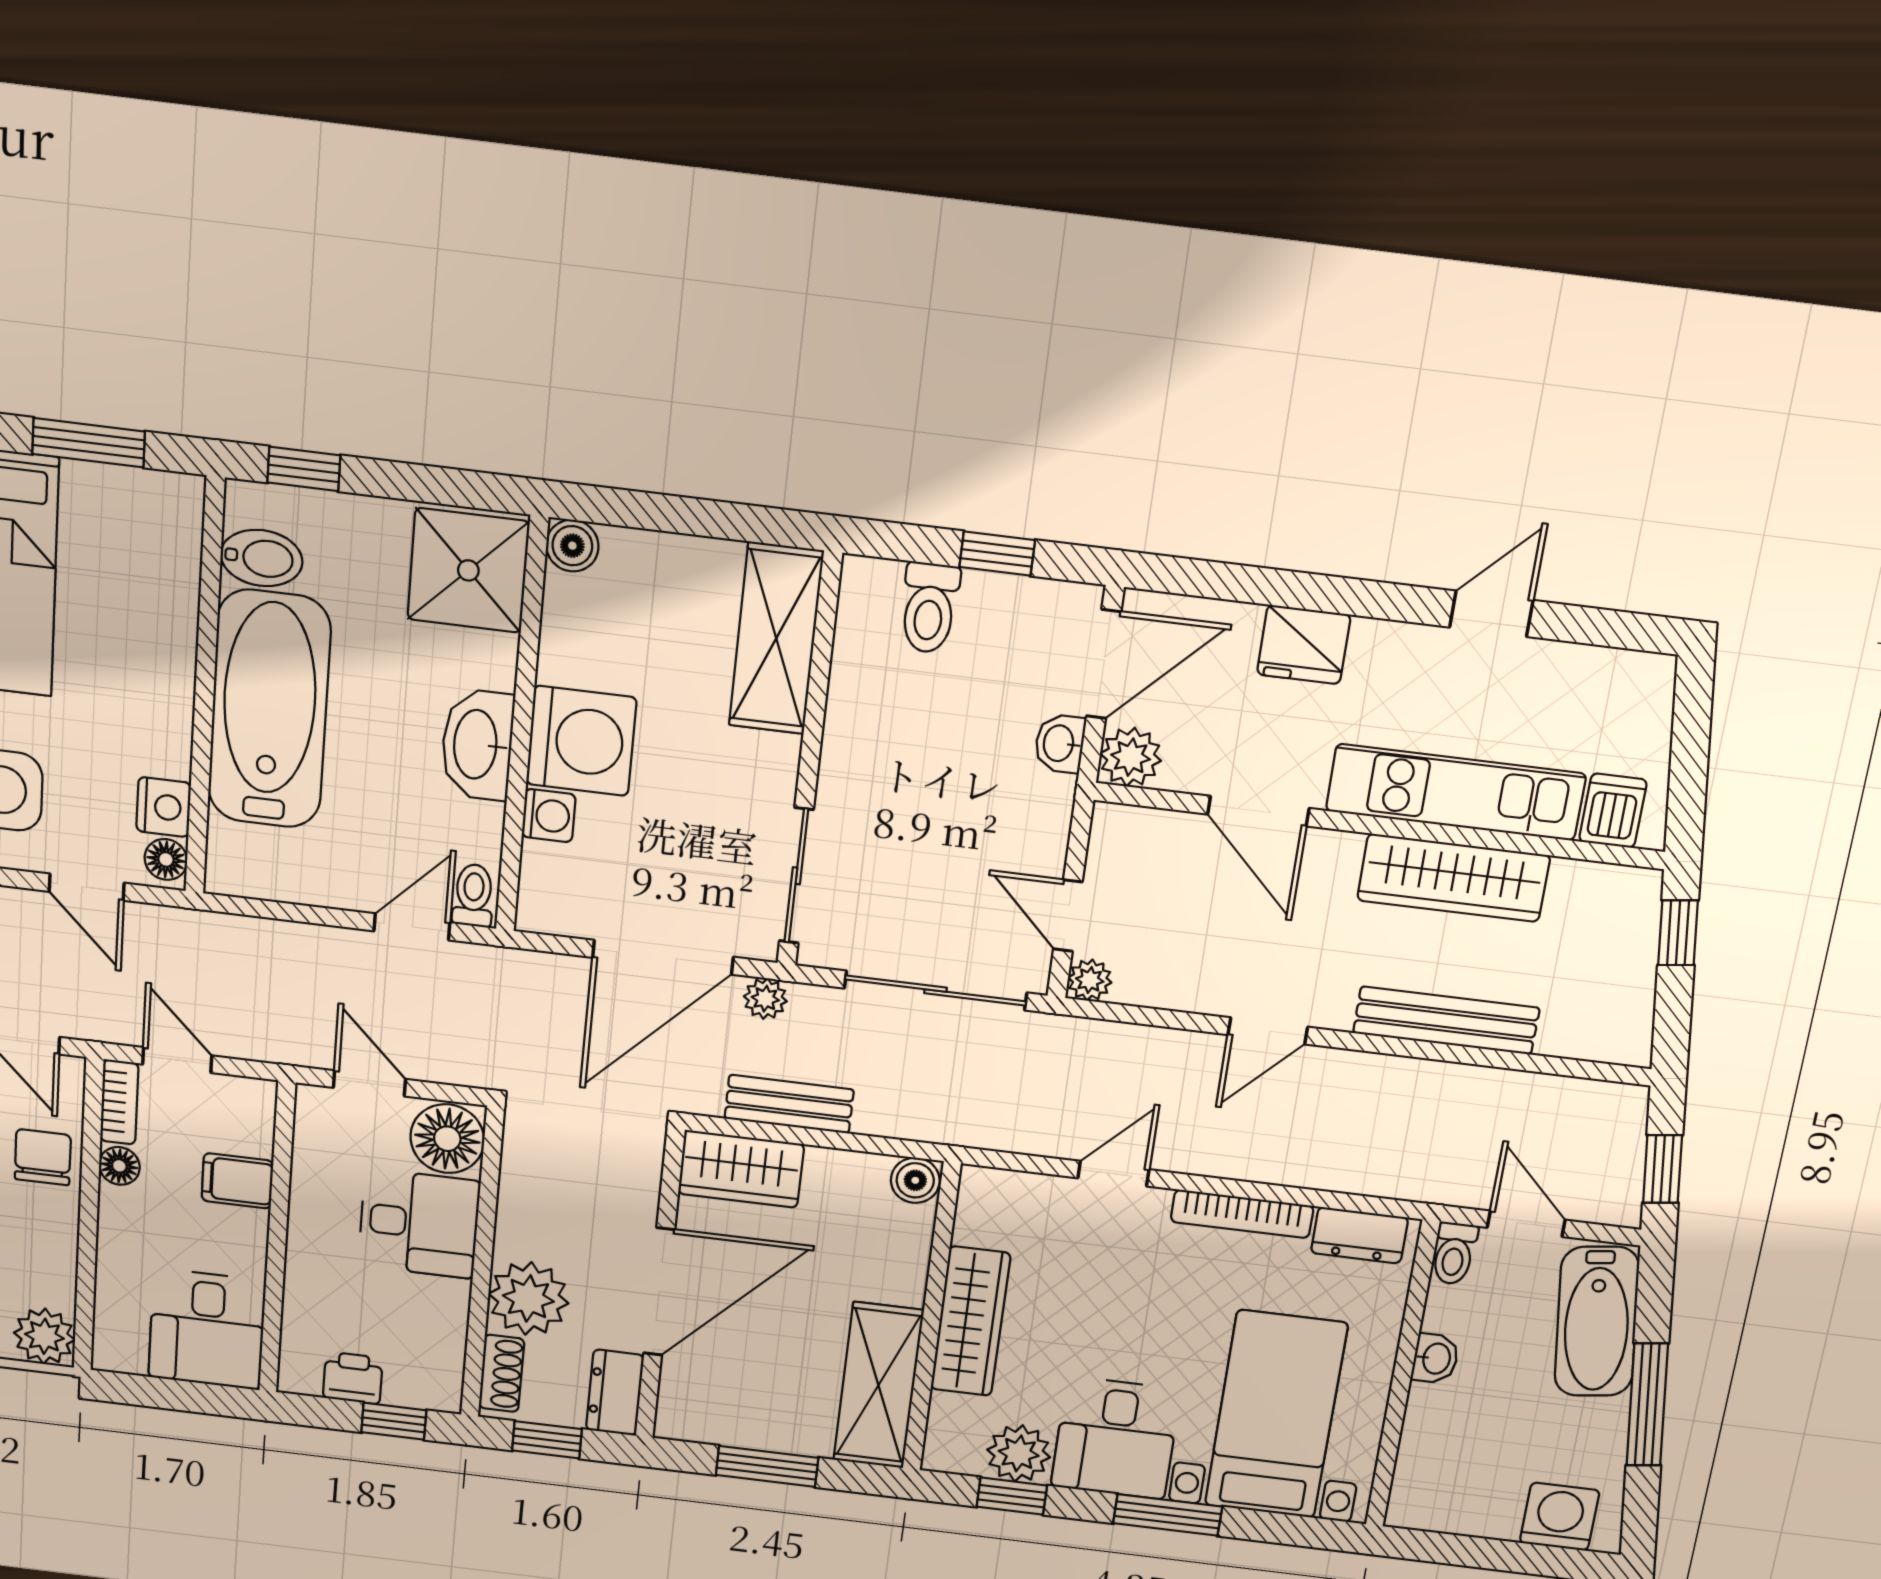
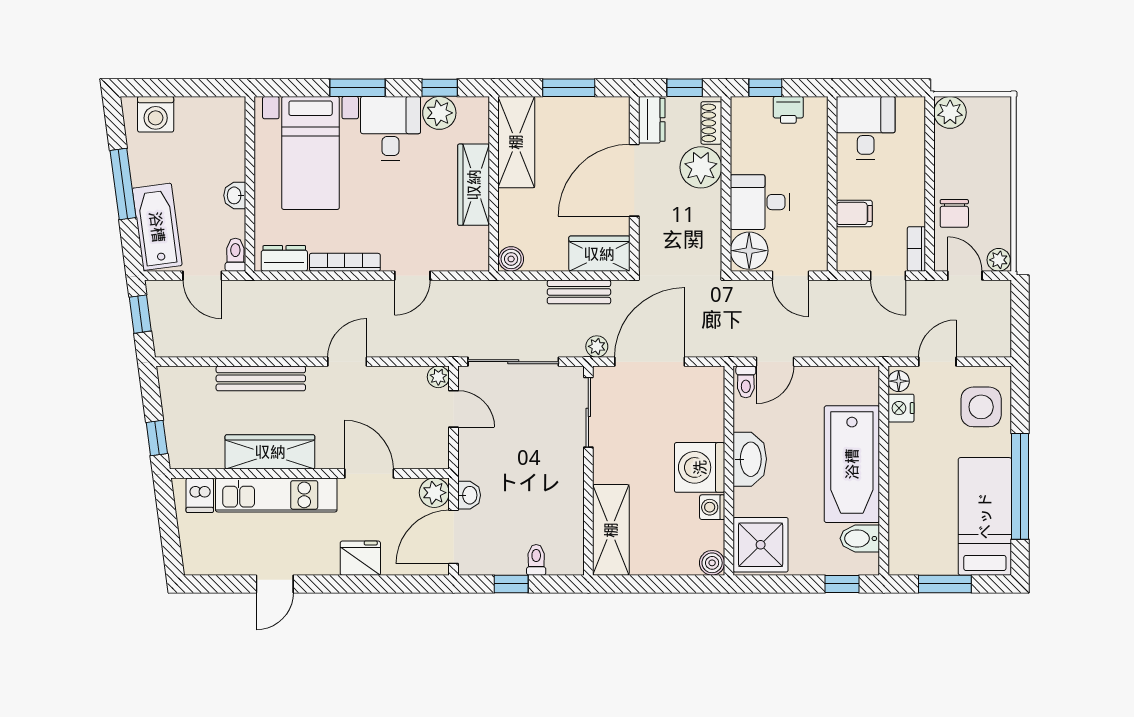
toilet: (929, 608) -> (536, 560), width x0.73, depth x0.72
washing machine: (549, 816) -> (712, 507), moved
door: (87, 887) -> (937, 362), hinge flipped
floor lamp: (119, 1166) -> (915, 214), removed

